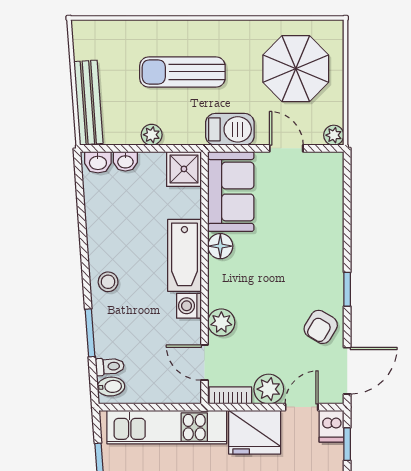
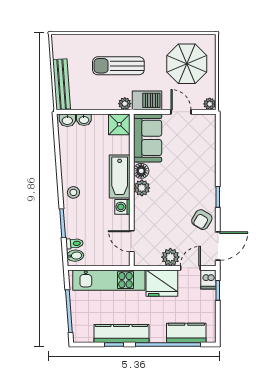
plant: (152, 135) -> (125, 104), moved
plant: (221, 322) -> (142, 188), moved
bookcase: (230, 395) -> (147, 261), removed

